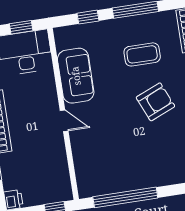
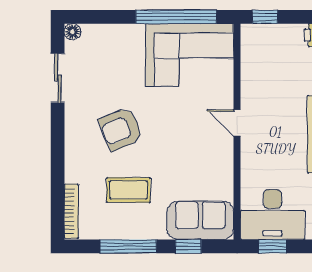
sofa: (76, 76) -> (200, 220), moved, turned 90
corner sofa: (110, 169) -> (190, 55), added

